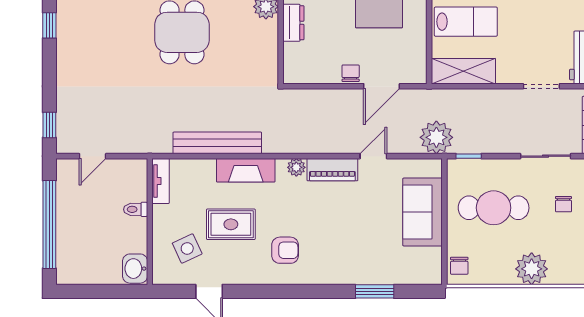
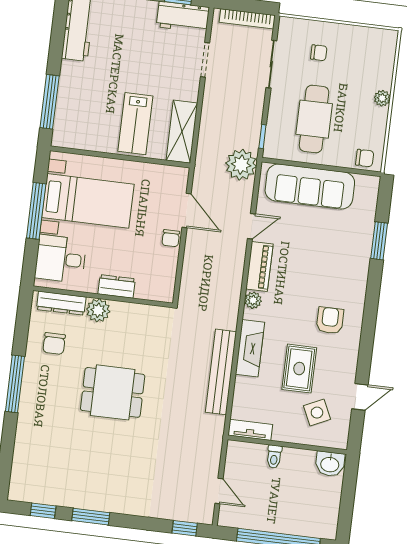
lab bench: (466, 22) -> (135, 124), turned 180
window: (49, 25) -> (91, 517), width x1.50
chair: (351, 73) -> (171, 238), turned -90
door: (373, 156) -> (251, 226), swing flipped
sofa: (422, 212) -> (310, 187), width x1.36
plant: (532, 269) -> (382, 98), width x0.53, depth x0.53

